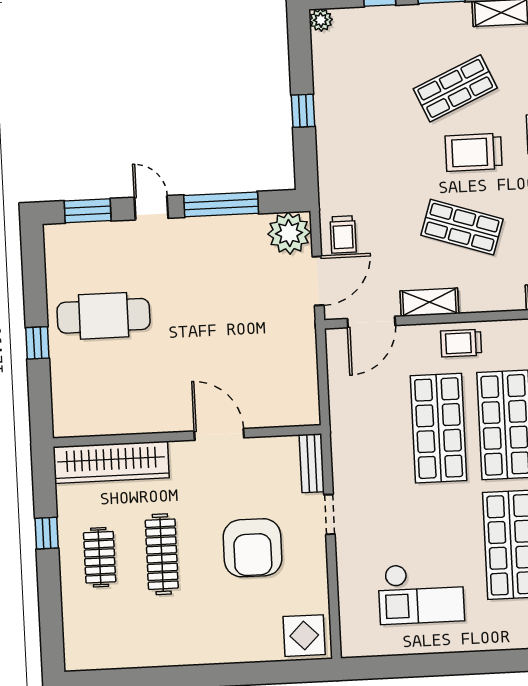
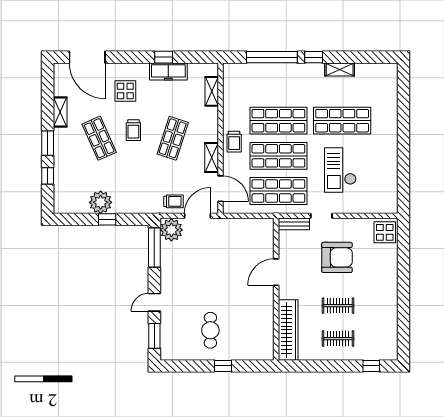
plant: (321, 20) -> (101, 202), moved, width x1.87, depth x1.87
trolley: (474, 152) -> (133, 130), width x0.73, depth x0.72
window: (221, 204) -> (154, 248), moved
door: (318, 281) -> (197, 216), hinge flipped
cafe table: (104, 316) -> (210, 330), width x0.73, depth x0.74
shop shelf: (372, 431) -> (278, 191), added
window: (47, 533) -> (371, 366), moved
clothes rail: (162, 554) -> (338, 306), width x0.73
checkout: (421, 593) -> (340, 170), moved, turned 180

